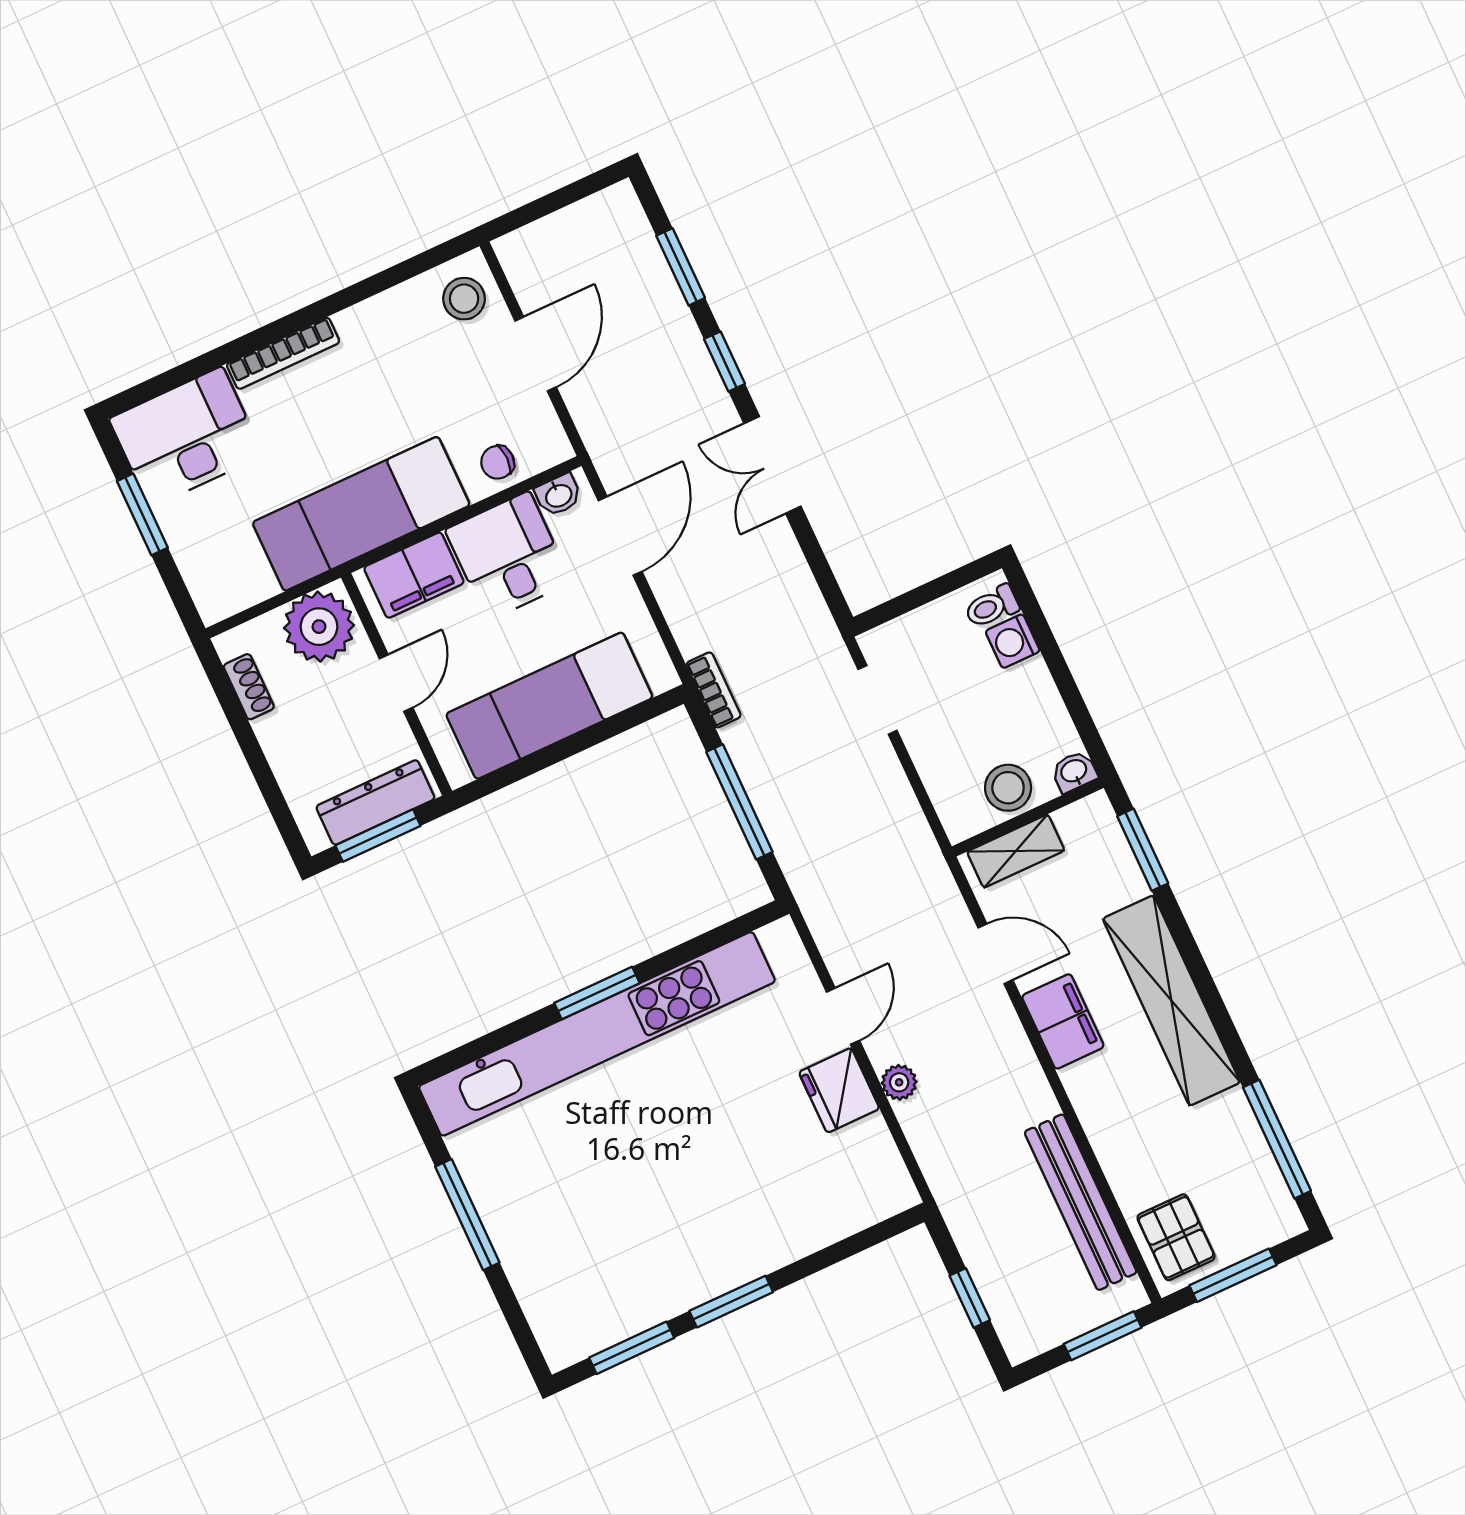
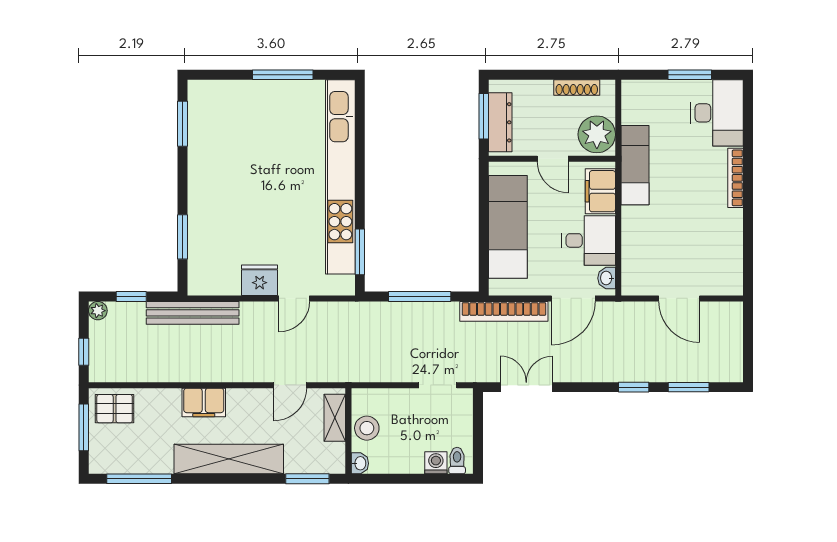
stool: (464, 299) -> (721, 277), removed
chair: (498, 462) -> (636, 256), removed
double door: (772, 465) -> (526, 387), moved
exam couch: (361, 514) -> (635, 165), width x0.73, depth x0.69
door: (620, 536) -> (573, 298), hinge flipped
shoe rack: (249, 687) -> (577, 87), width x1.43
bookcase: (713, 690) -> (504, 311), width x2.31, depth x1.31
window: (597, 993) -> (360, 252), moved
door: (843, 1016) -> (294, 298), hinge flipped
filing cabinet: (1063, 1021) -> (204, 402), moved
plant: (899, 1082) -> (98, 311), moved
bench: (1081, 1202) -> (193, 313), moved
window: (731, 1302) -> (183, 237), moved
window: (1103, 1336) -> (84, 352), width x0.67

